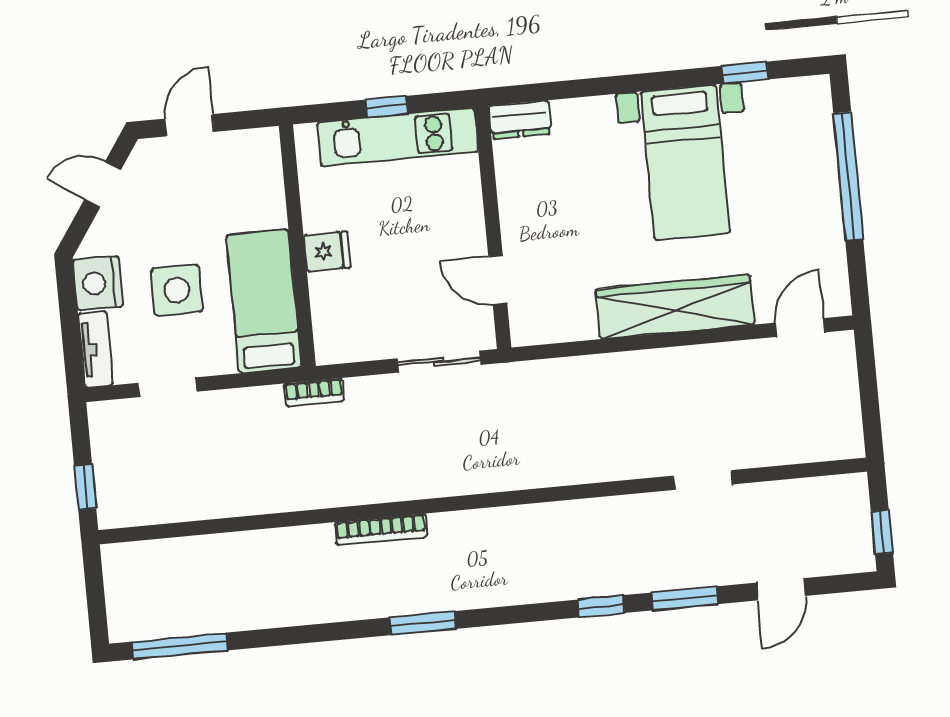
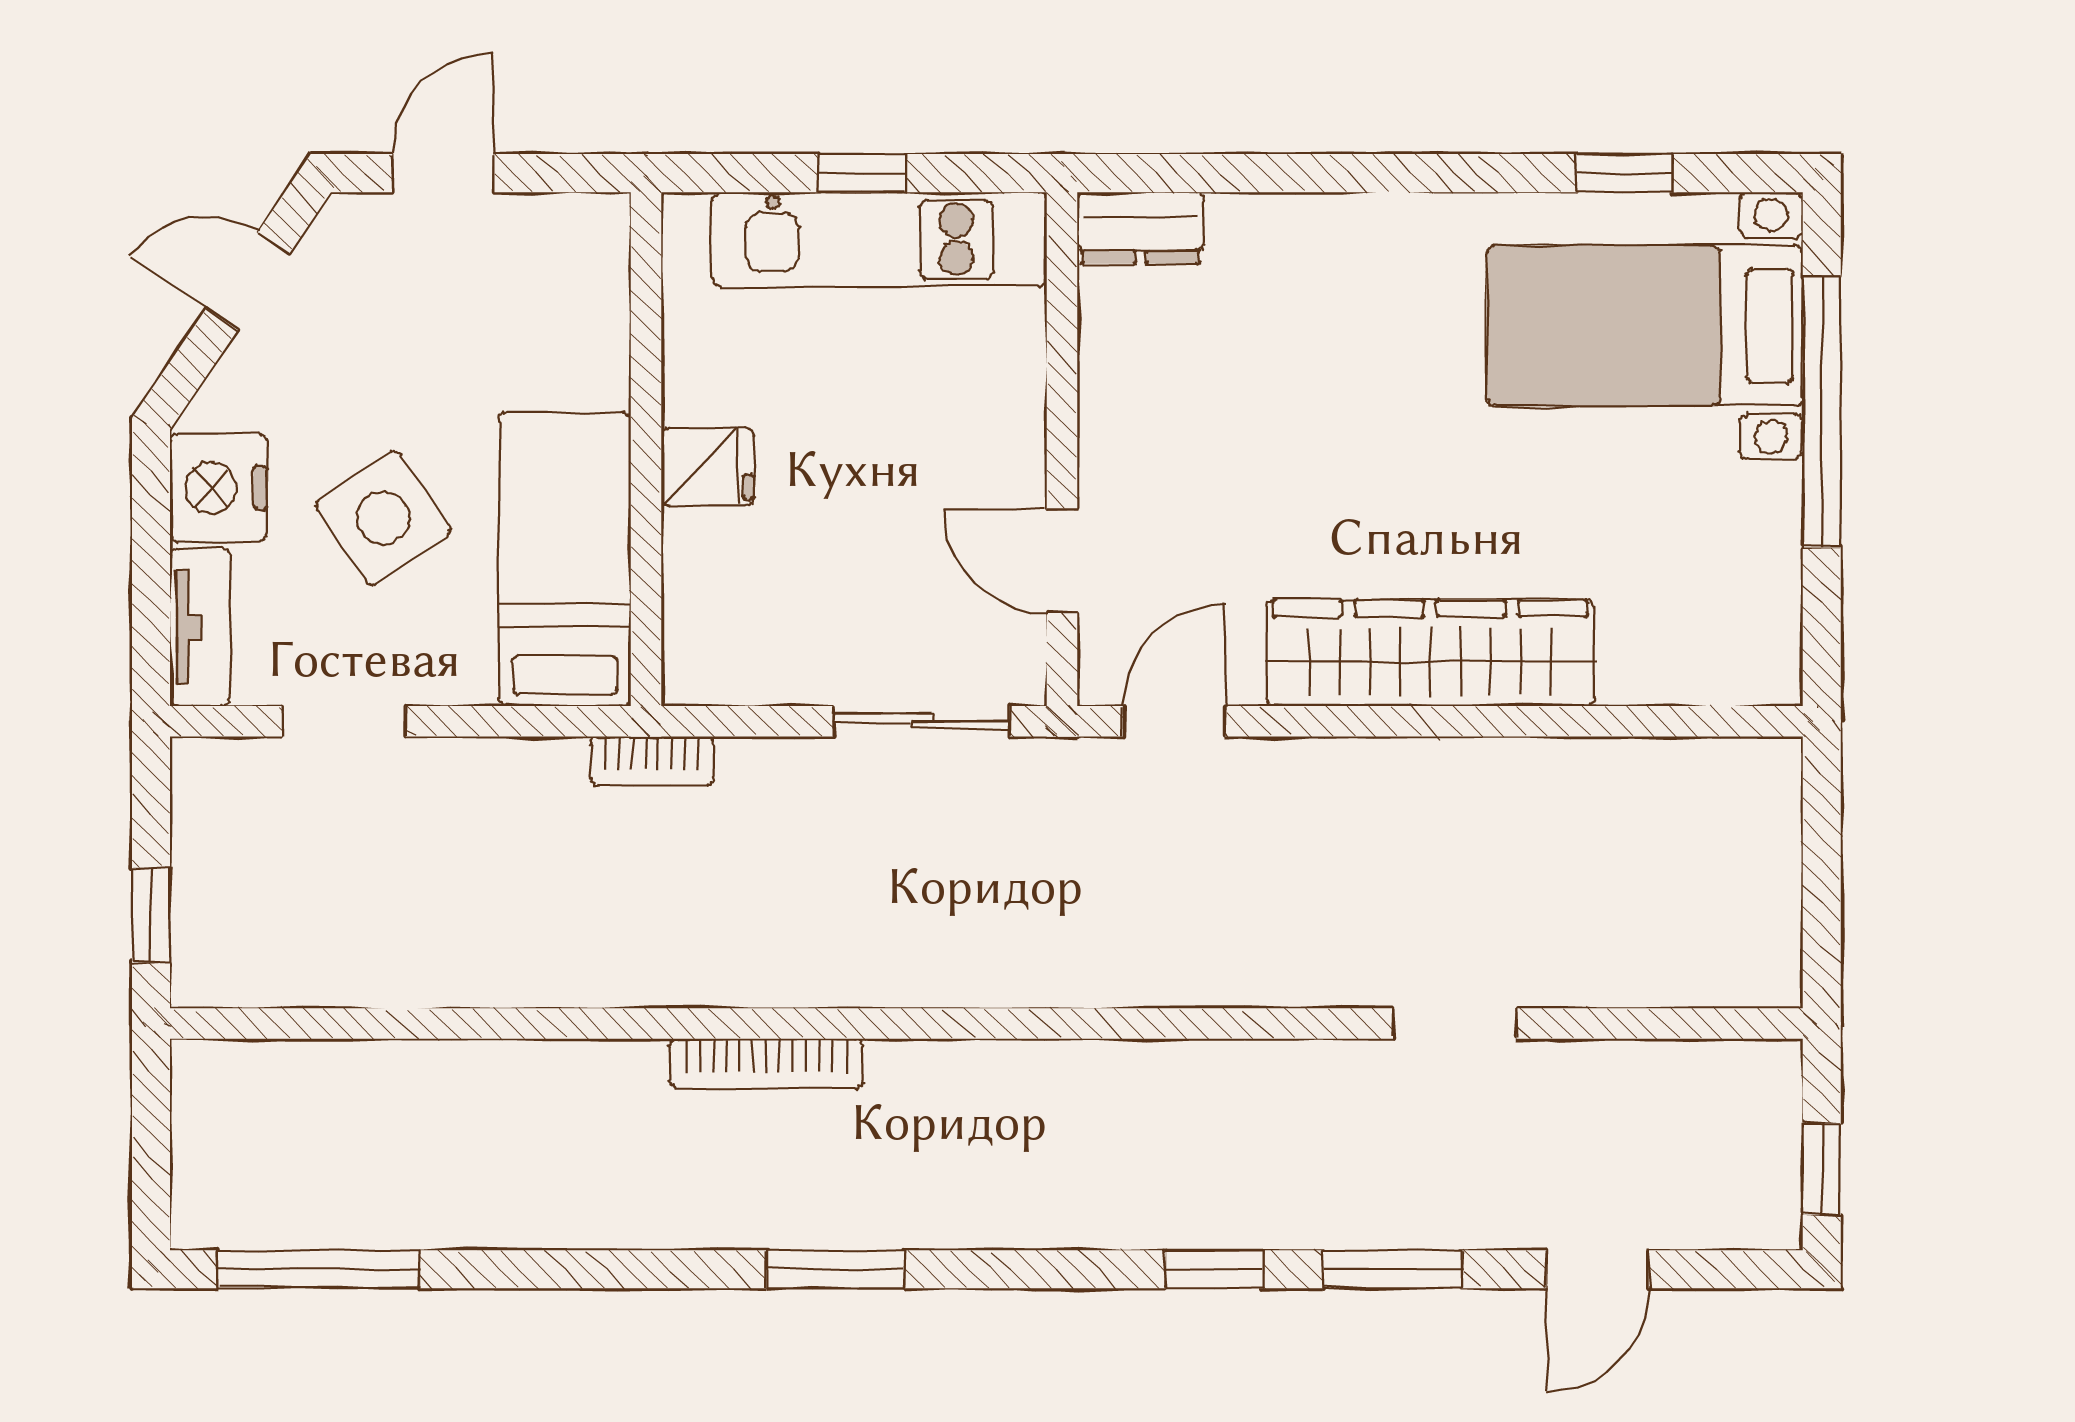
bed with nightstands: (685, 162) -> (1645, 326), moved, turned 90
side table: (177, 290) -> (383, 518), turned -34
door: (800, 327) -> (1174, 721), moved

